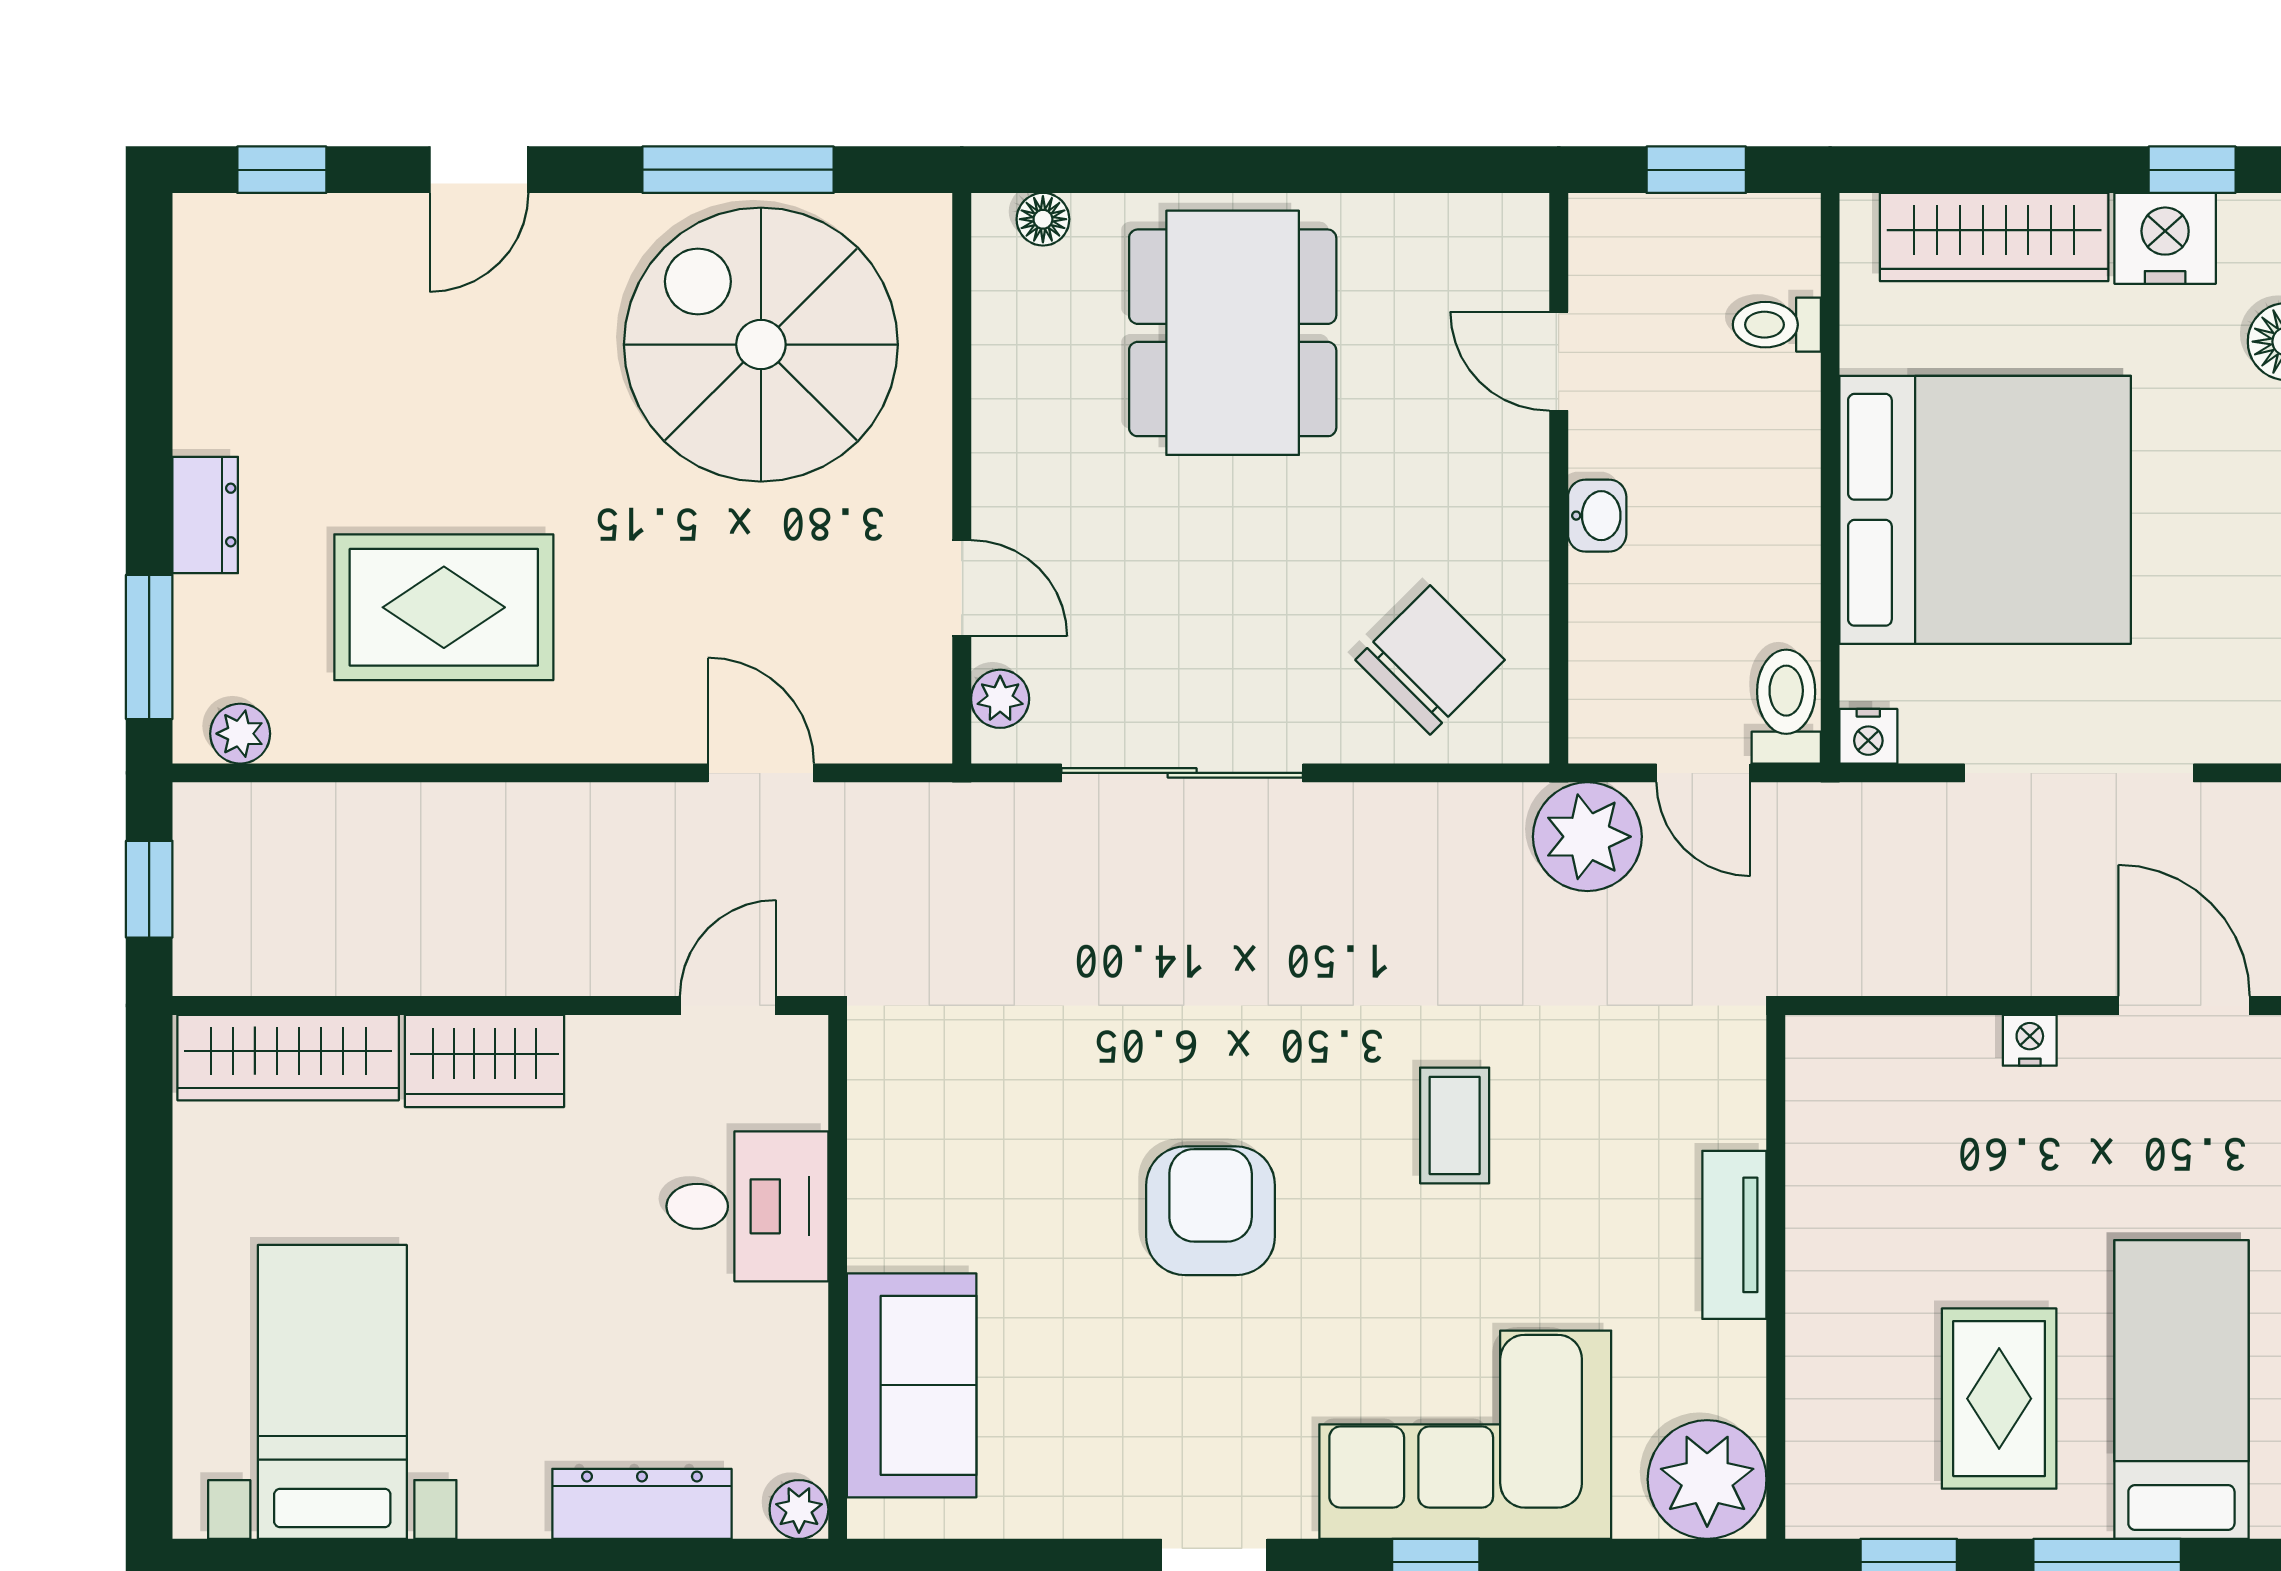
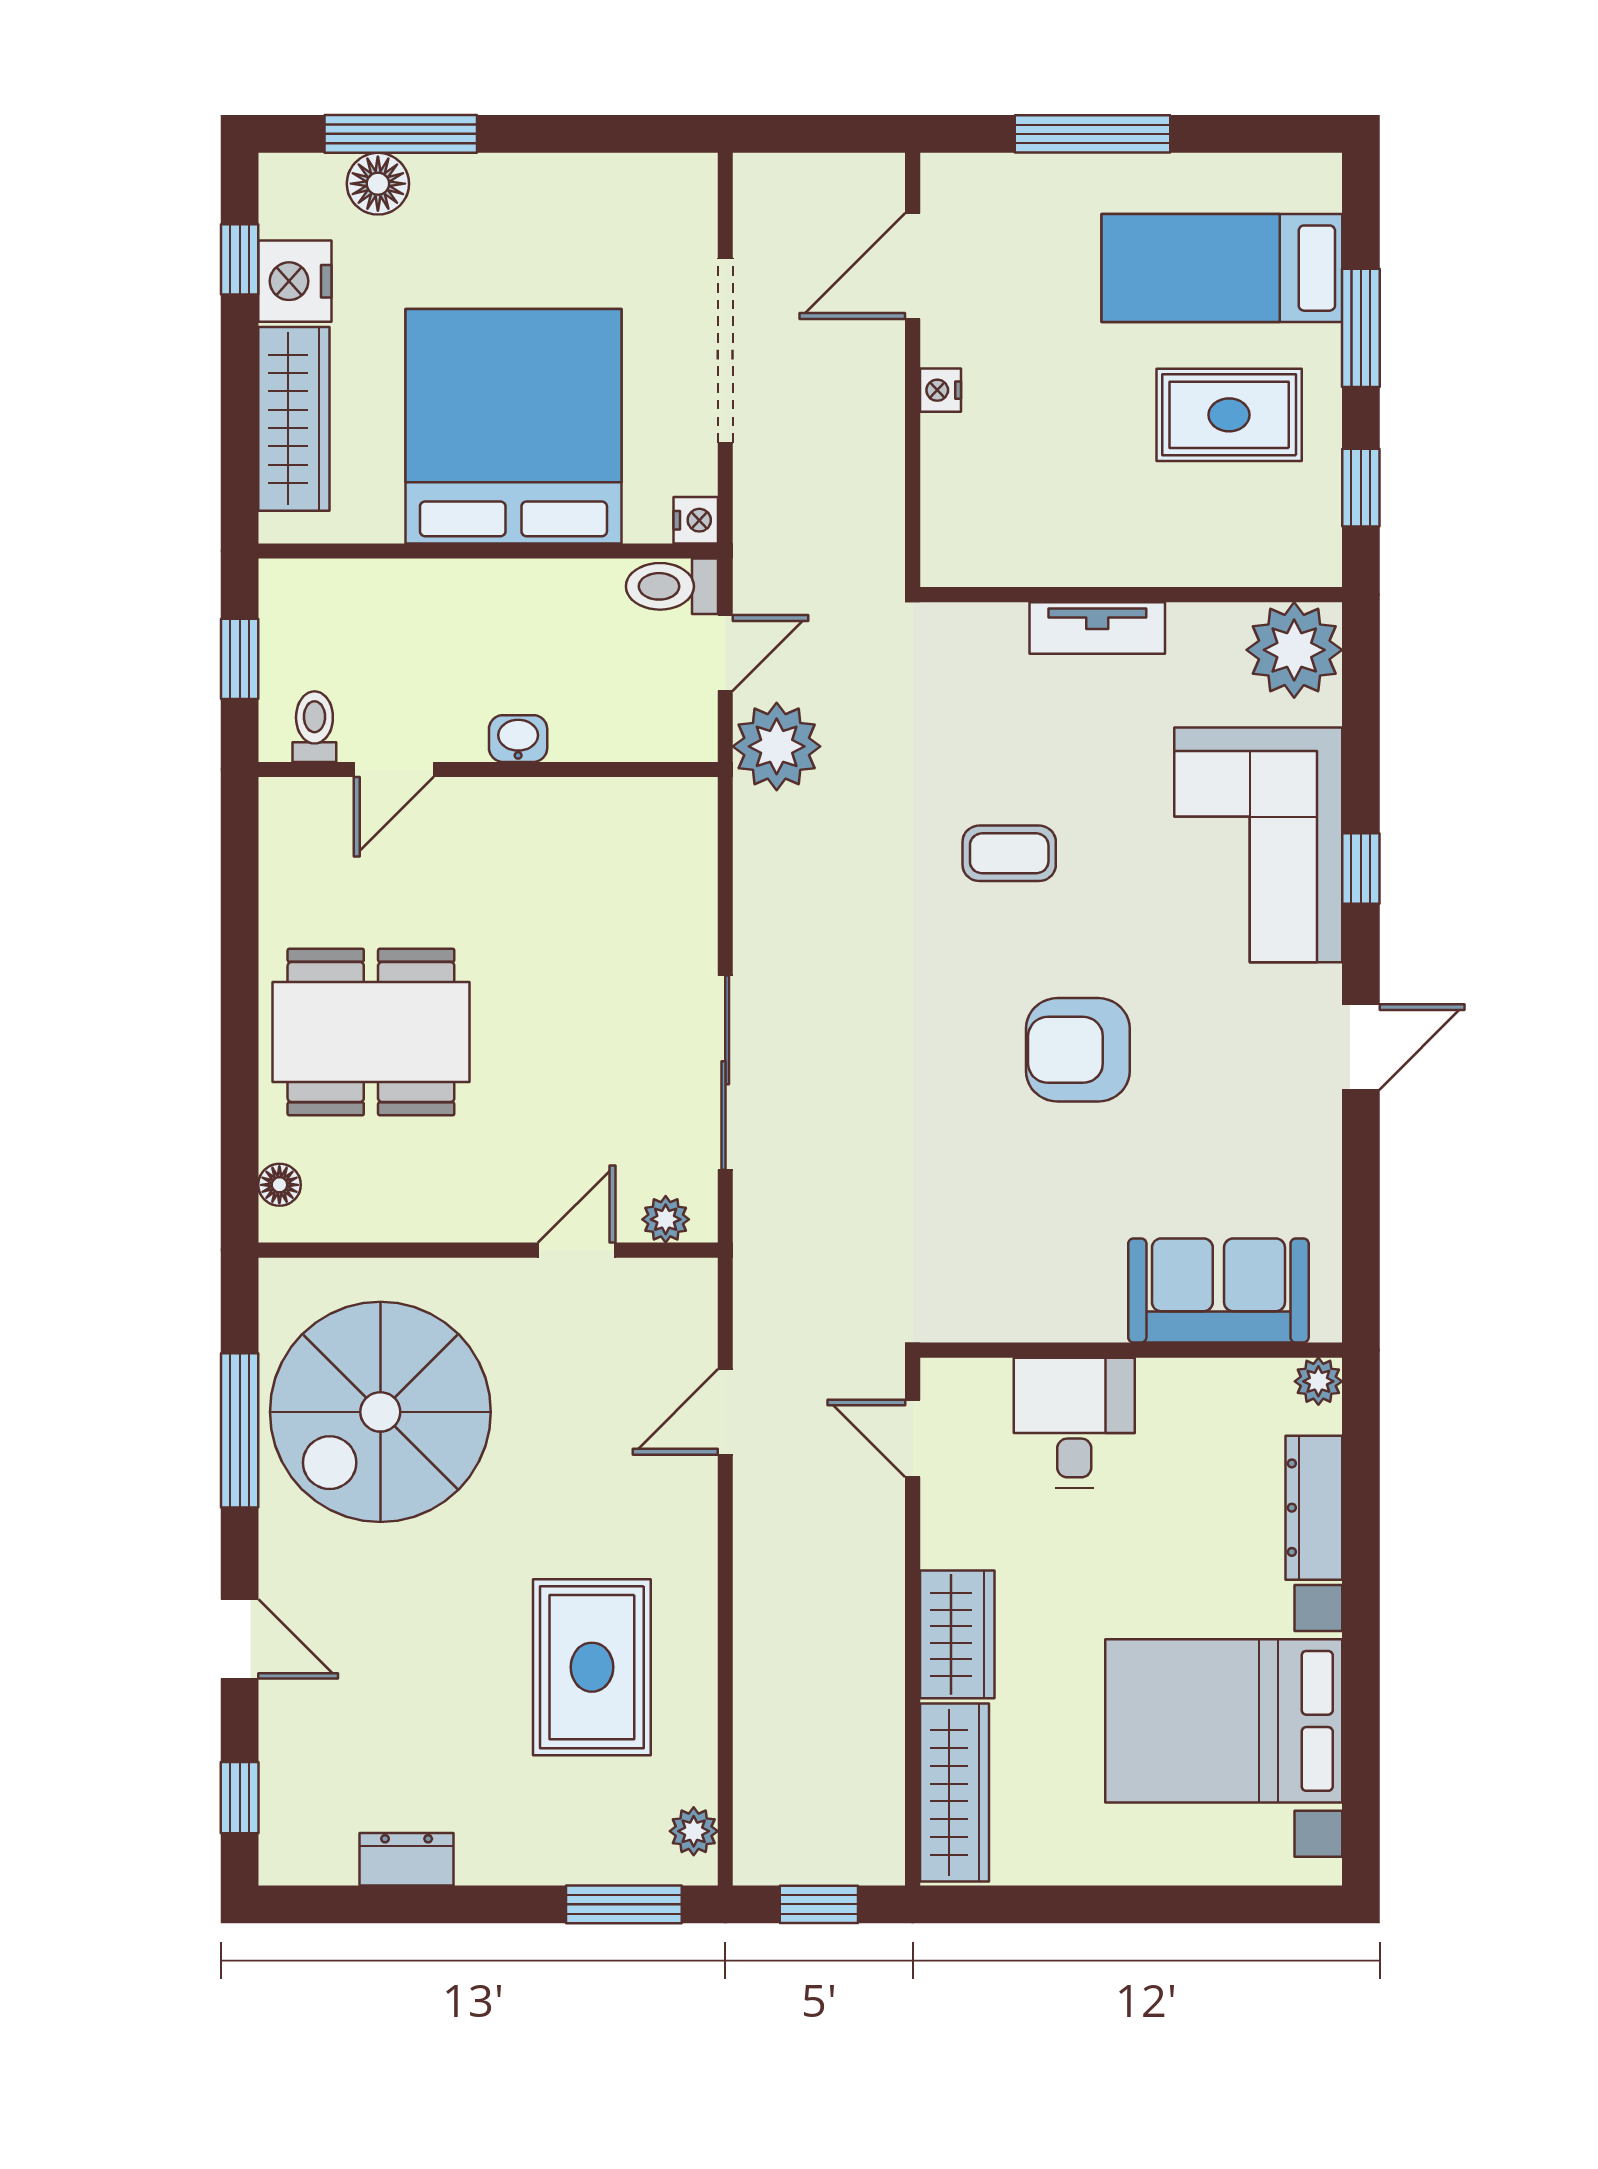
toilet: (1777, 325) -> (314, 727), moved, turned 180
dresser: (205, 515) -> (407, 1859), moved
chair: (1430, 660) -> (634, 873), removed
bed with nightstands: (332, 1392) -> (1224, 1721), width x1.36

